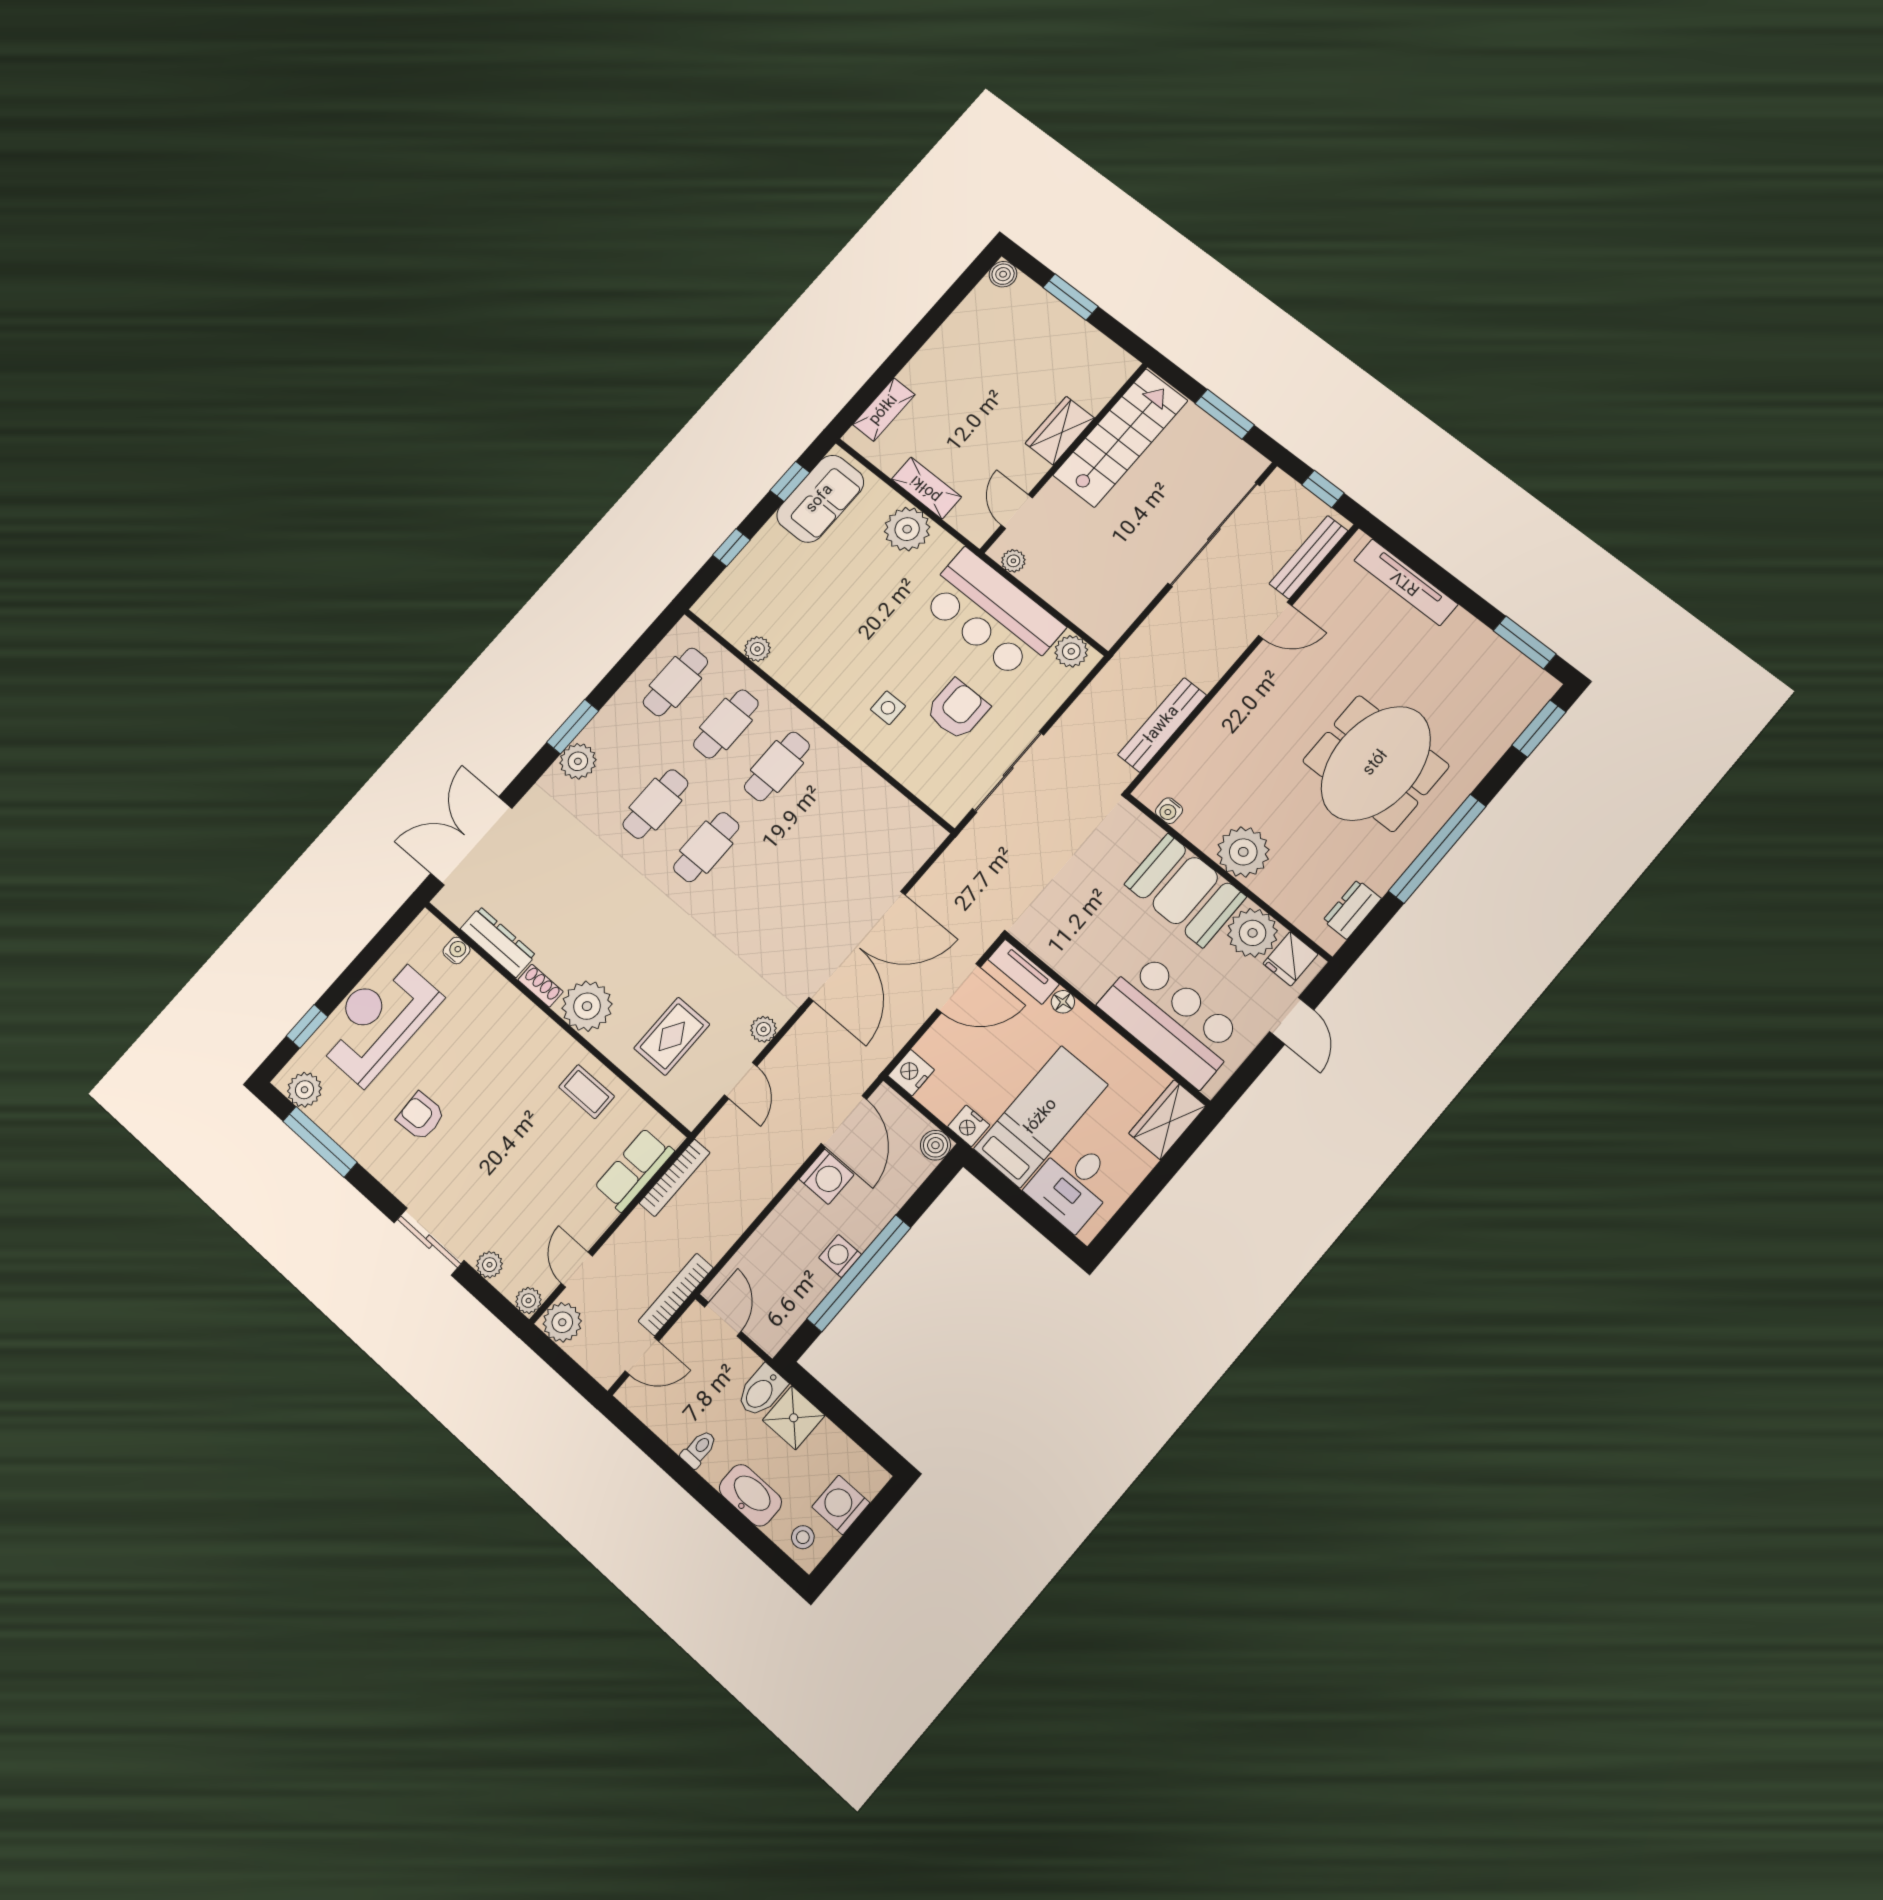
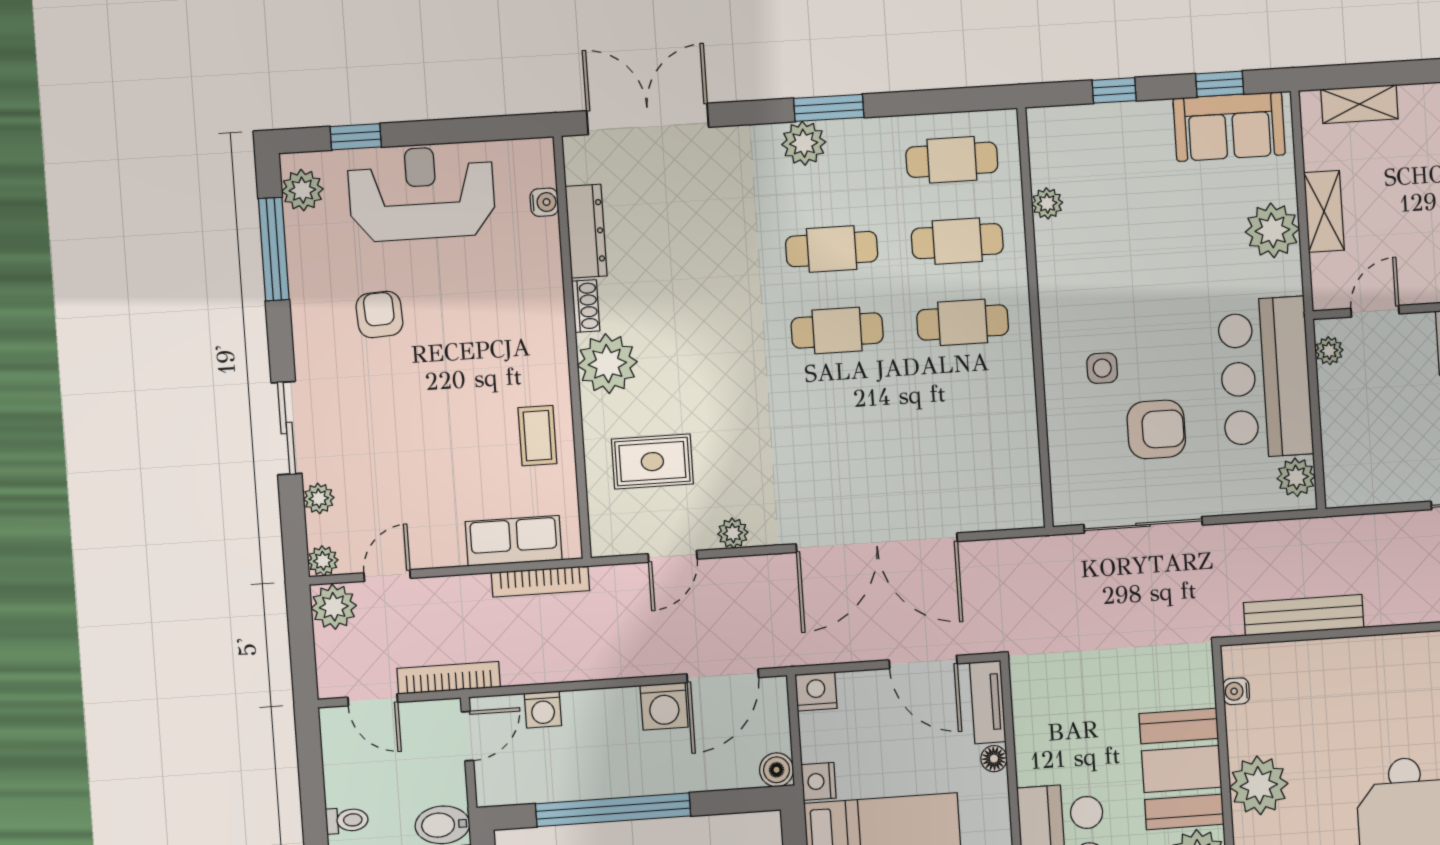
washing machine: (840, 1256) -> (543, 709), moved, turned 180

